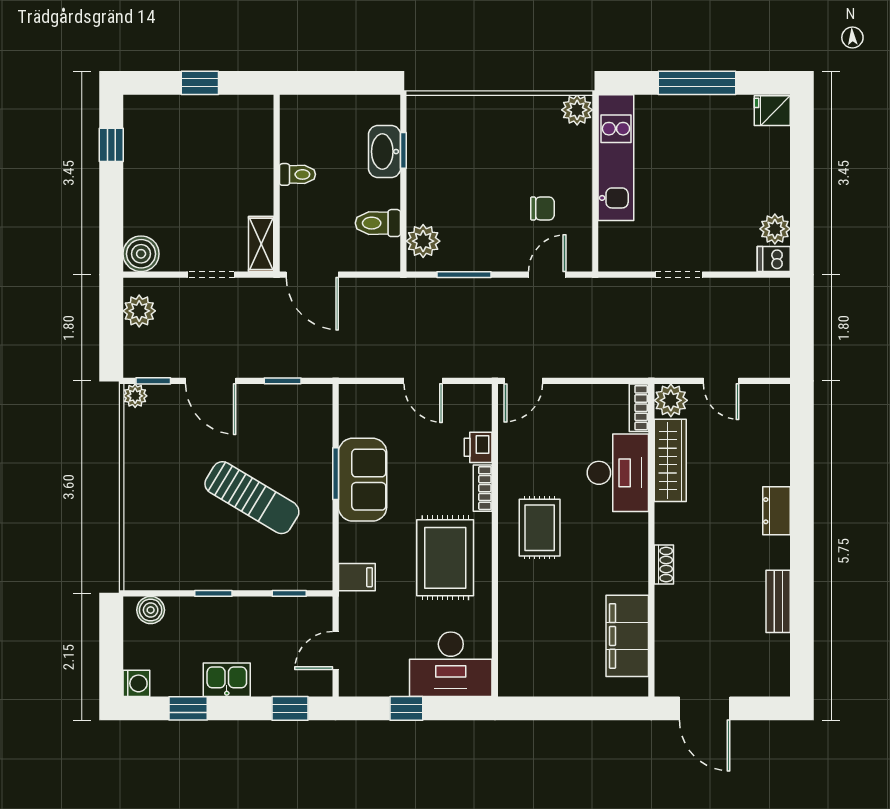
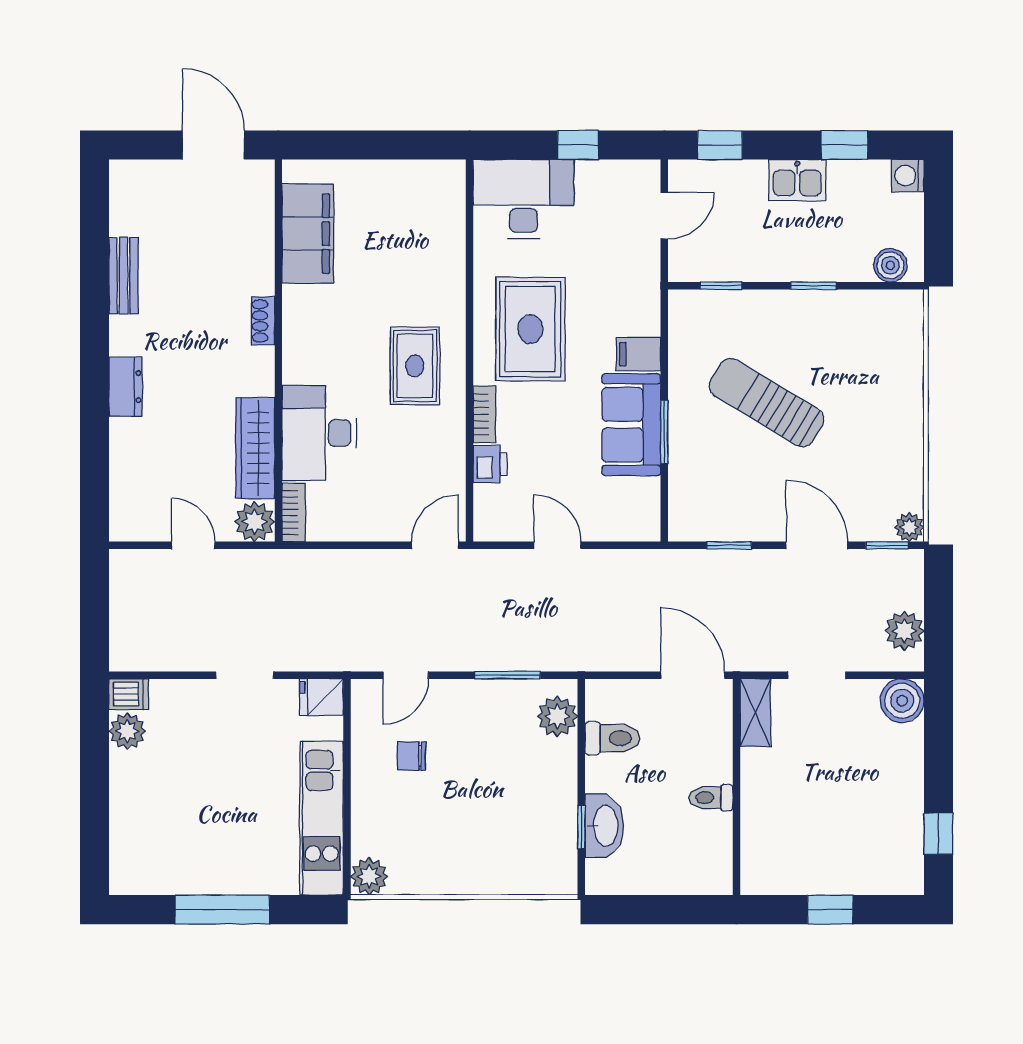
fridge: (772, 111) -> (321, 697), moved, turned 180
filing cabinet: (357, 577) -> (638, 354), moved

